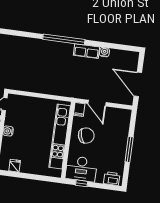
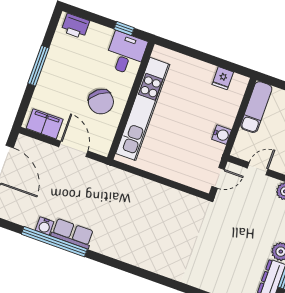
window: (64, 39) -> (54, 242), moved
filing cabinet: (79, 109) -> (45, 124), moved, width x2.00
chair: (86, 136) -> (101, 102), turned -110
desk: (81, 169) -> (126, 53), width x0.73

